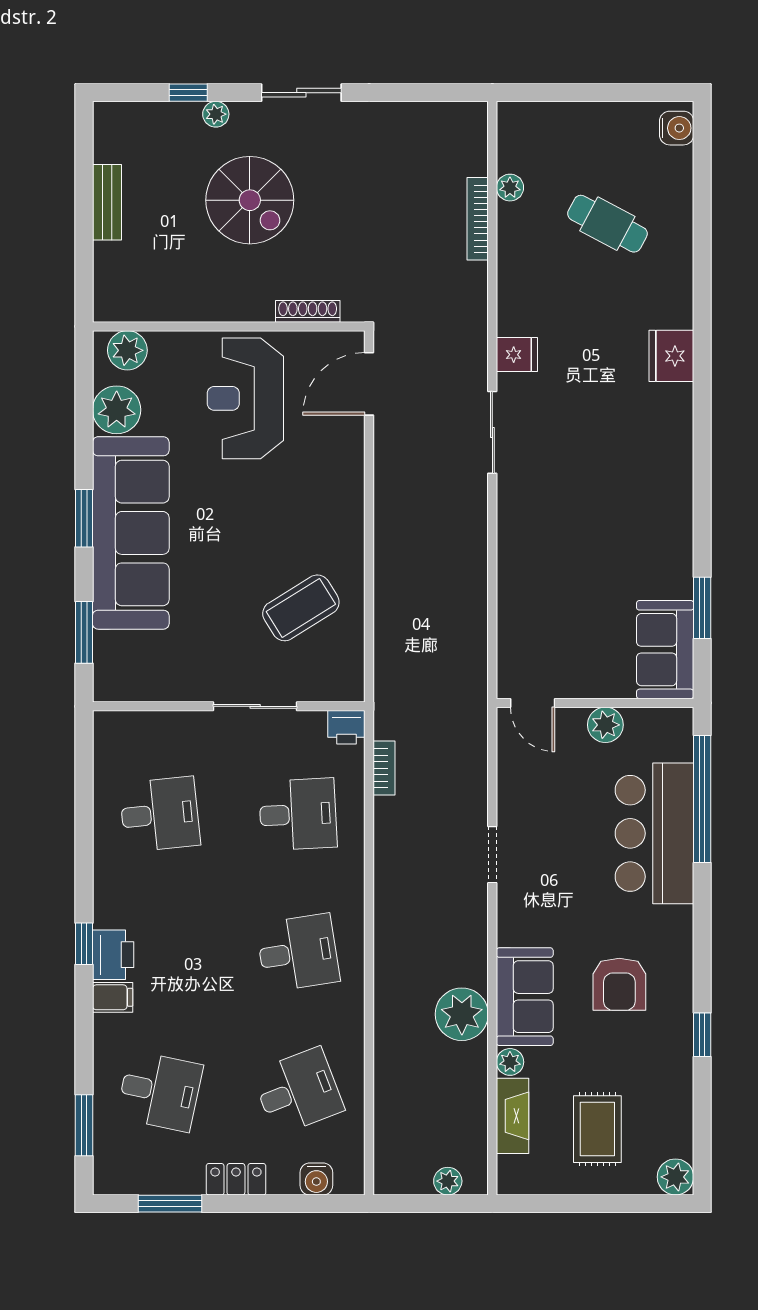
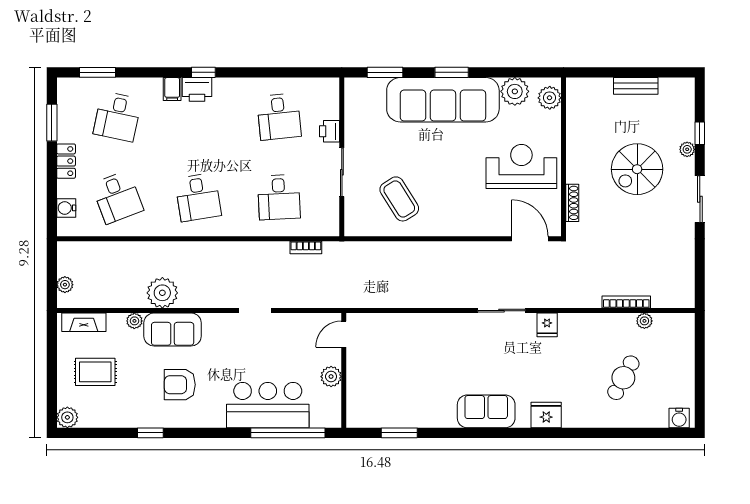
sofa: (665, 650) -> (486, 411), moved
printer: (346, 727) -> (330, 131), moved
fireplace: (513, 1116) -> (84, 322), moved

